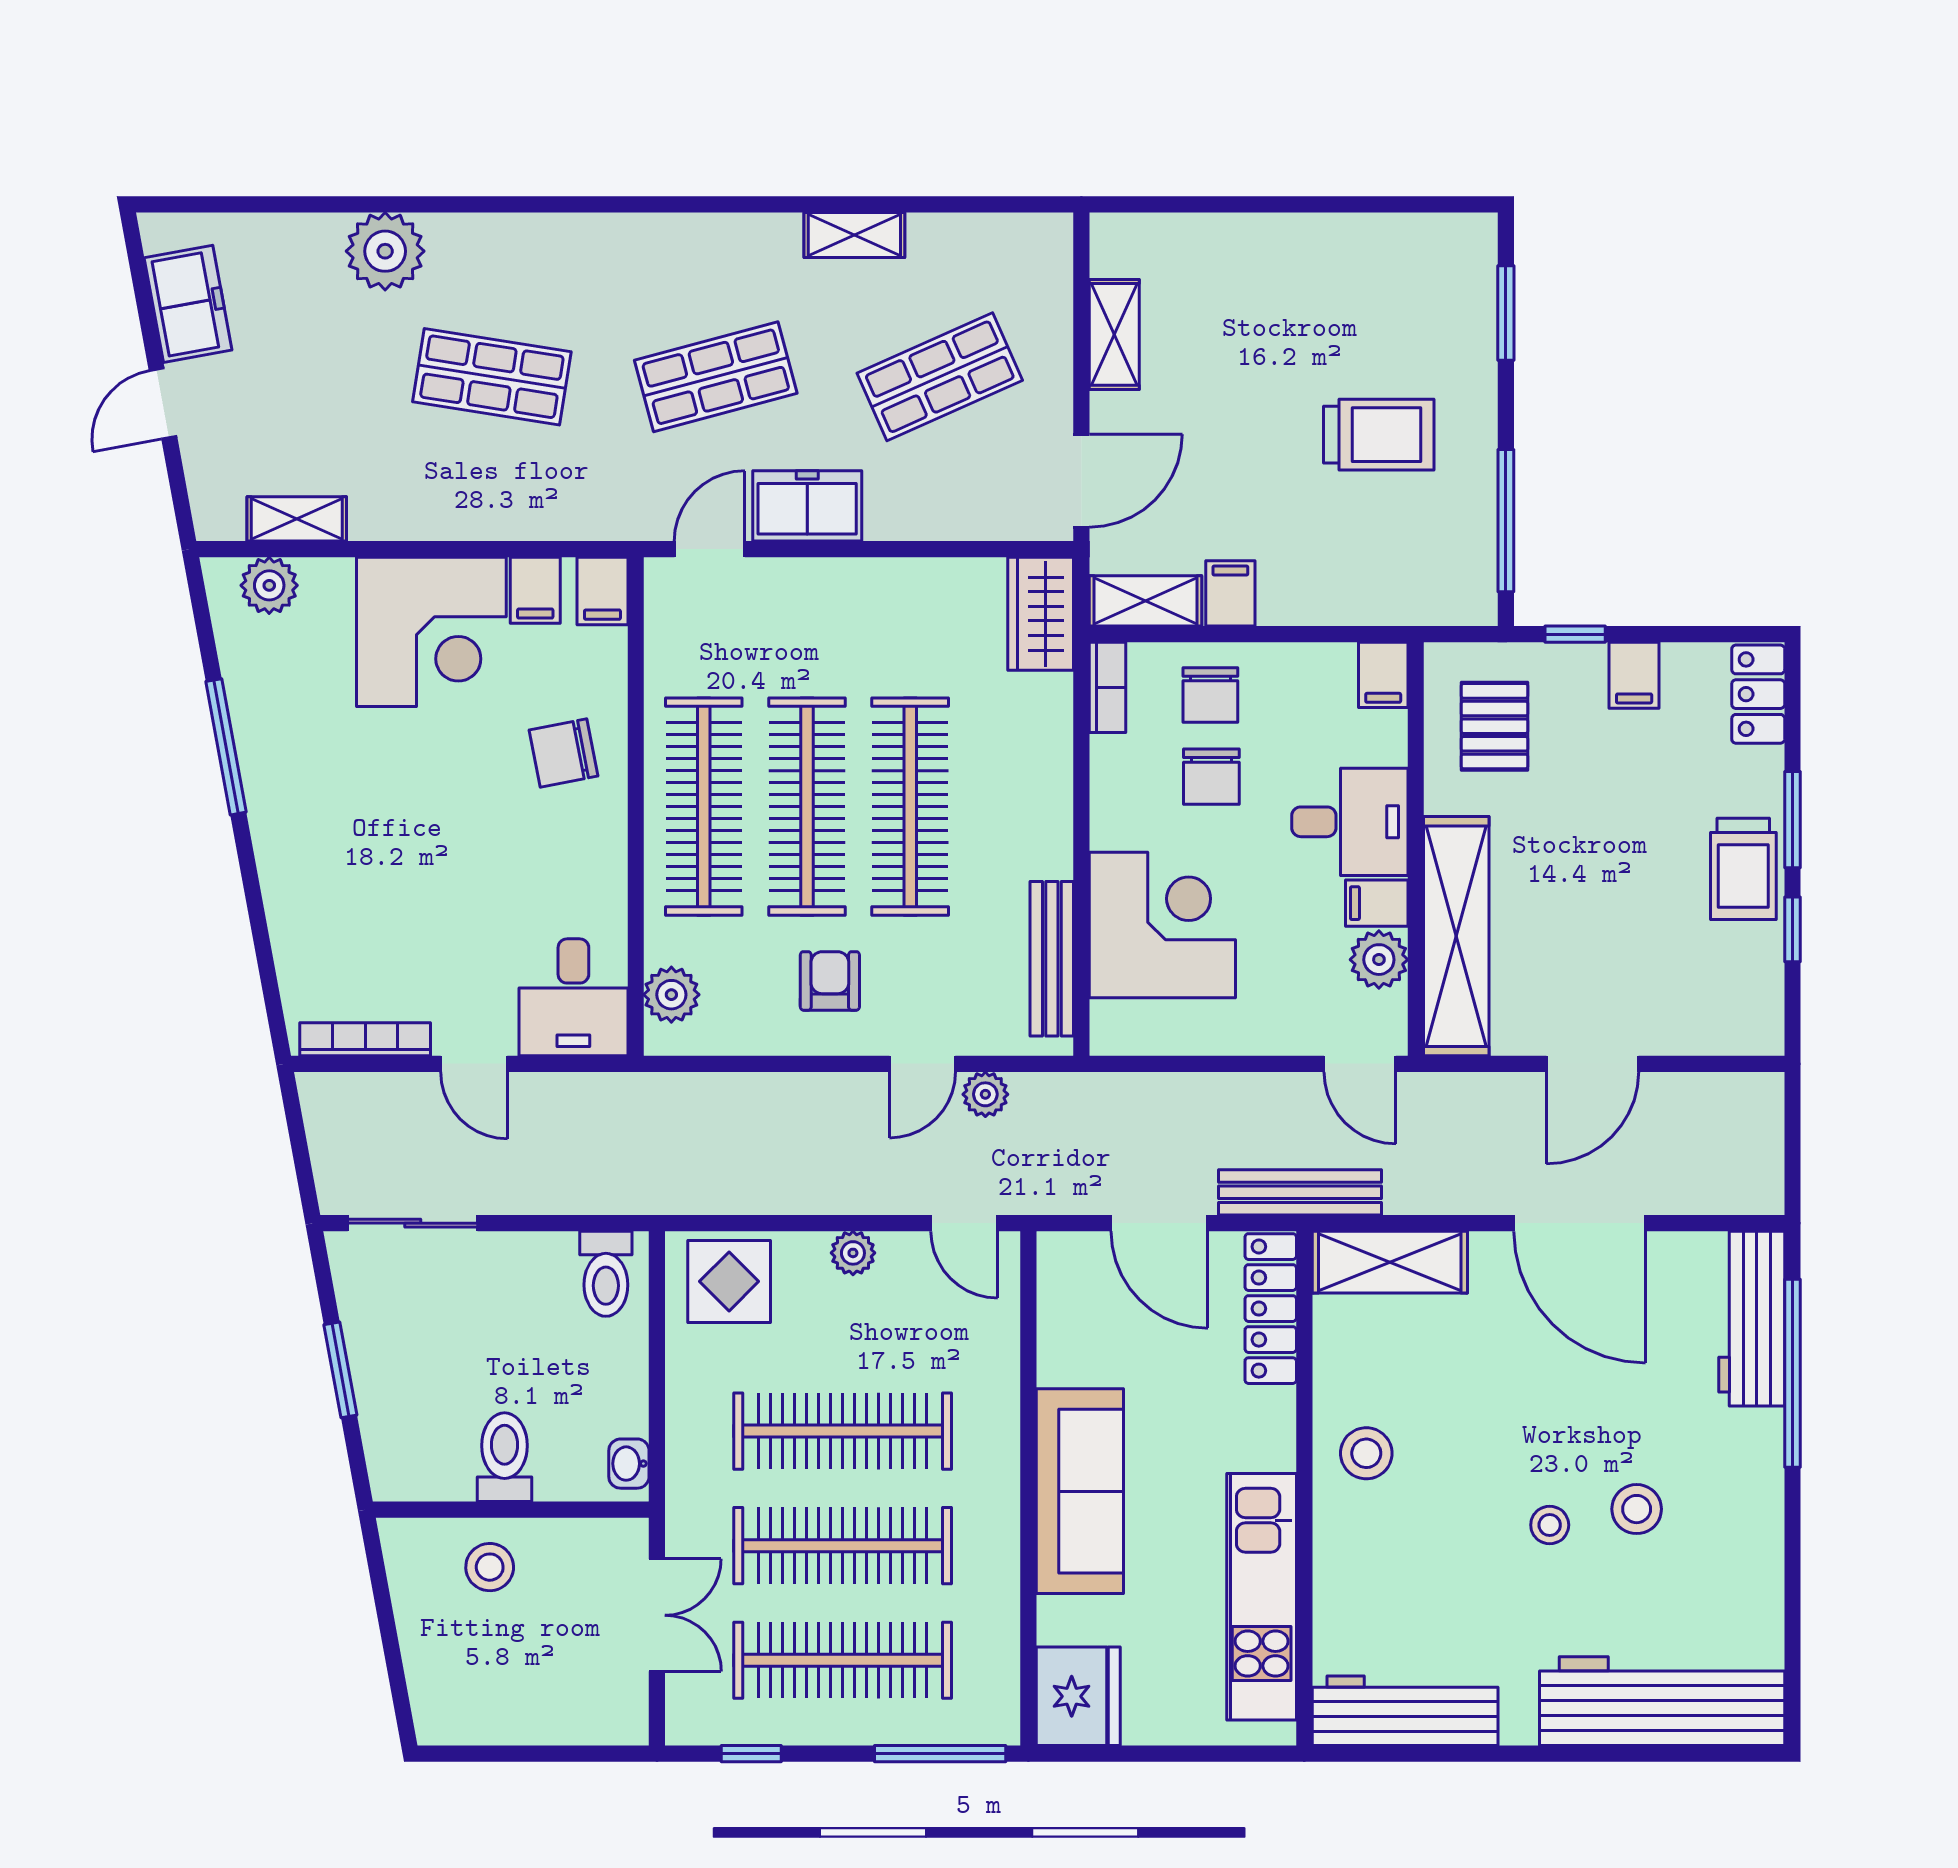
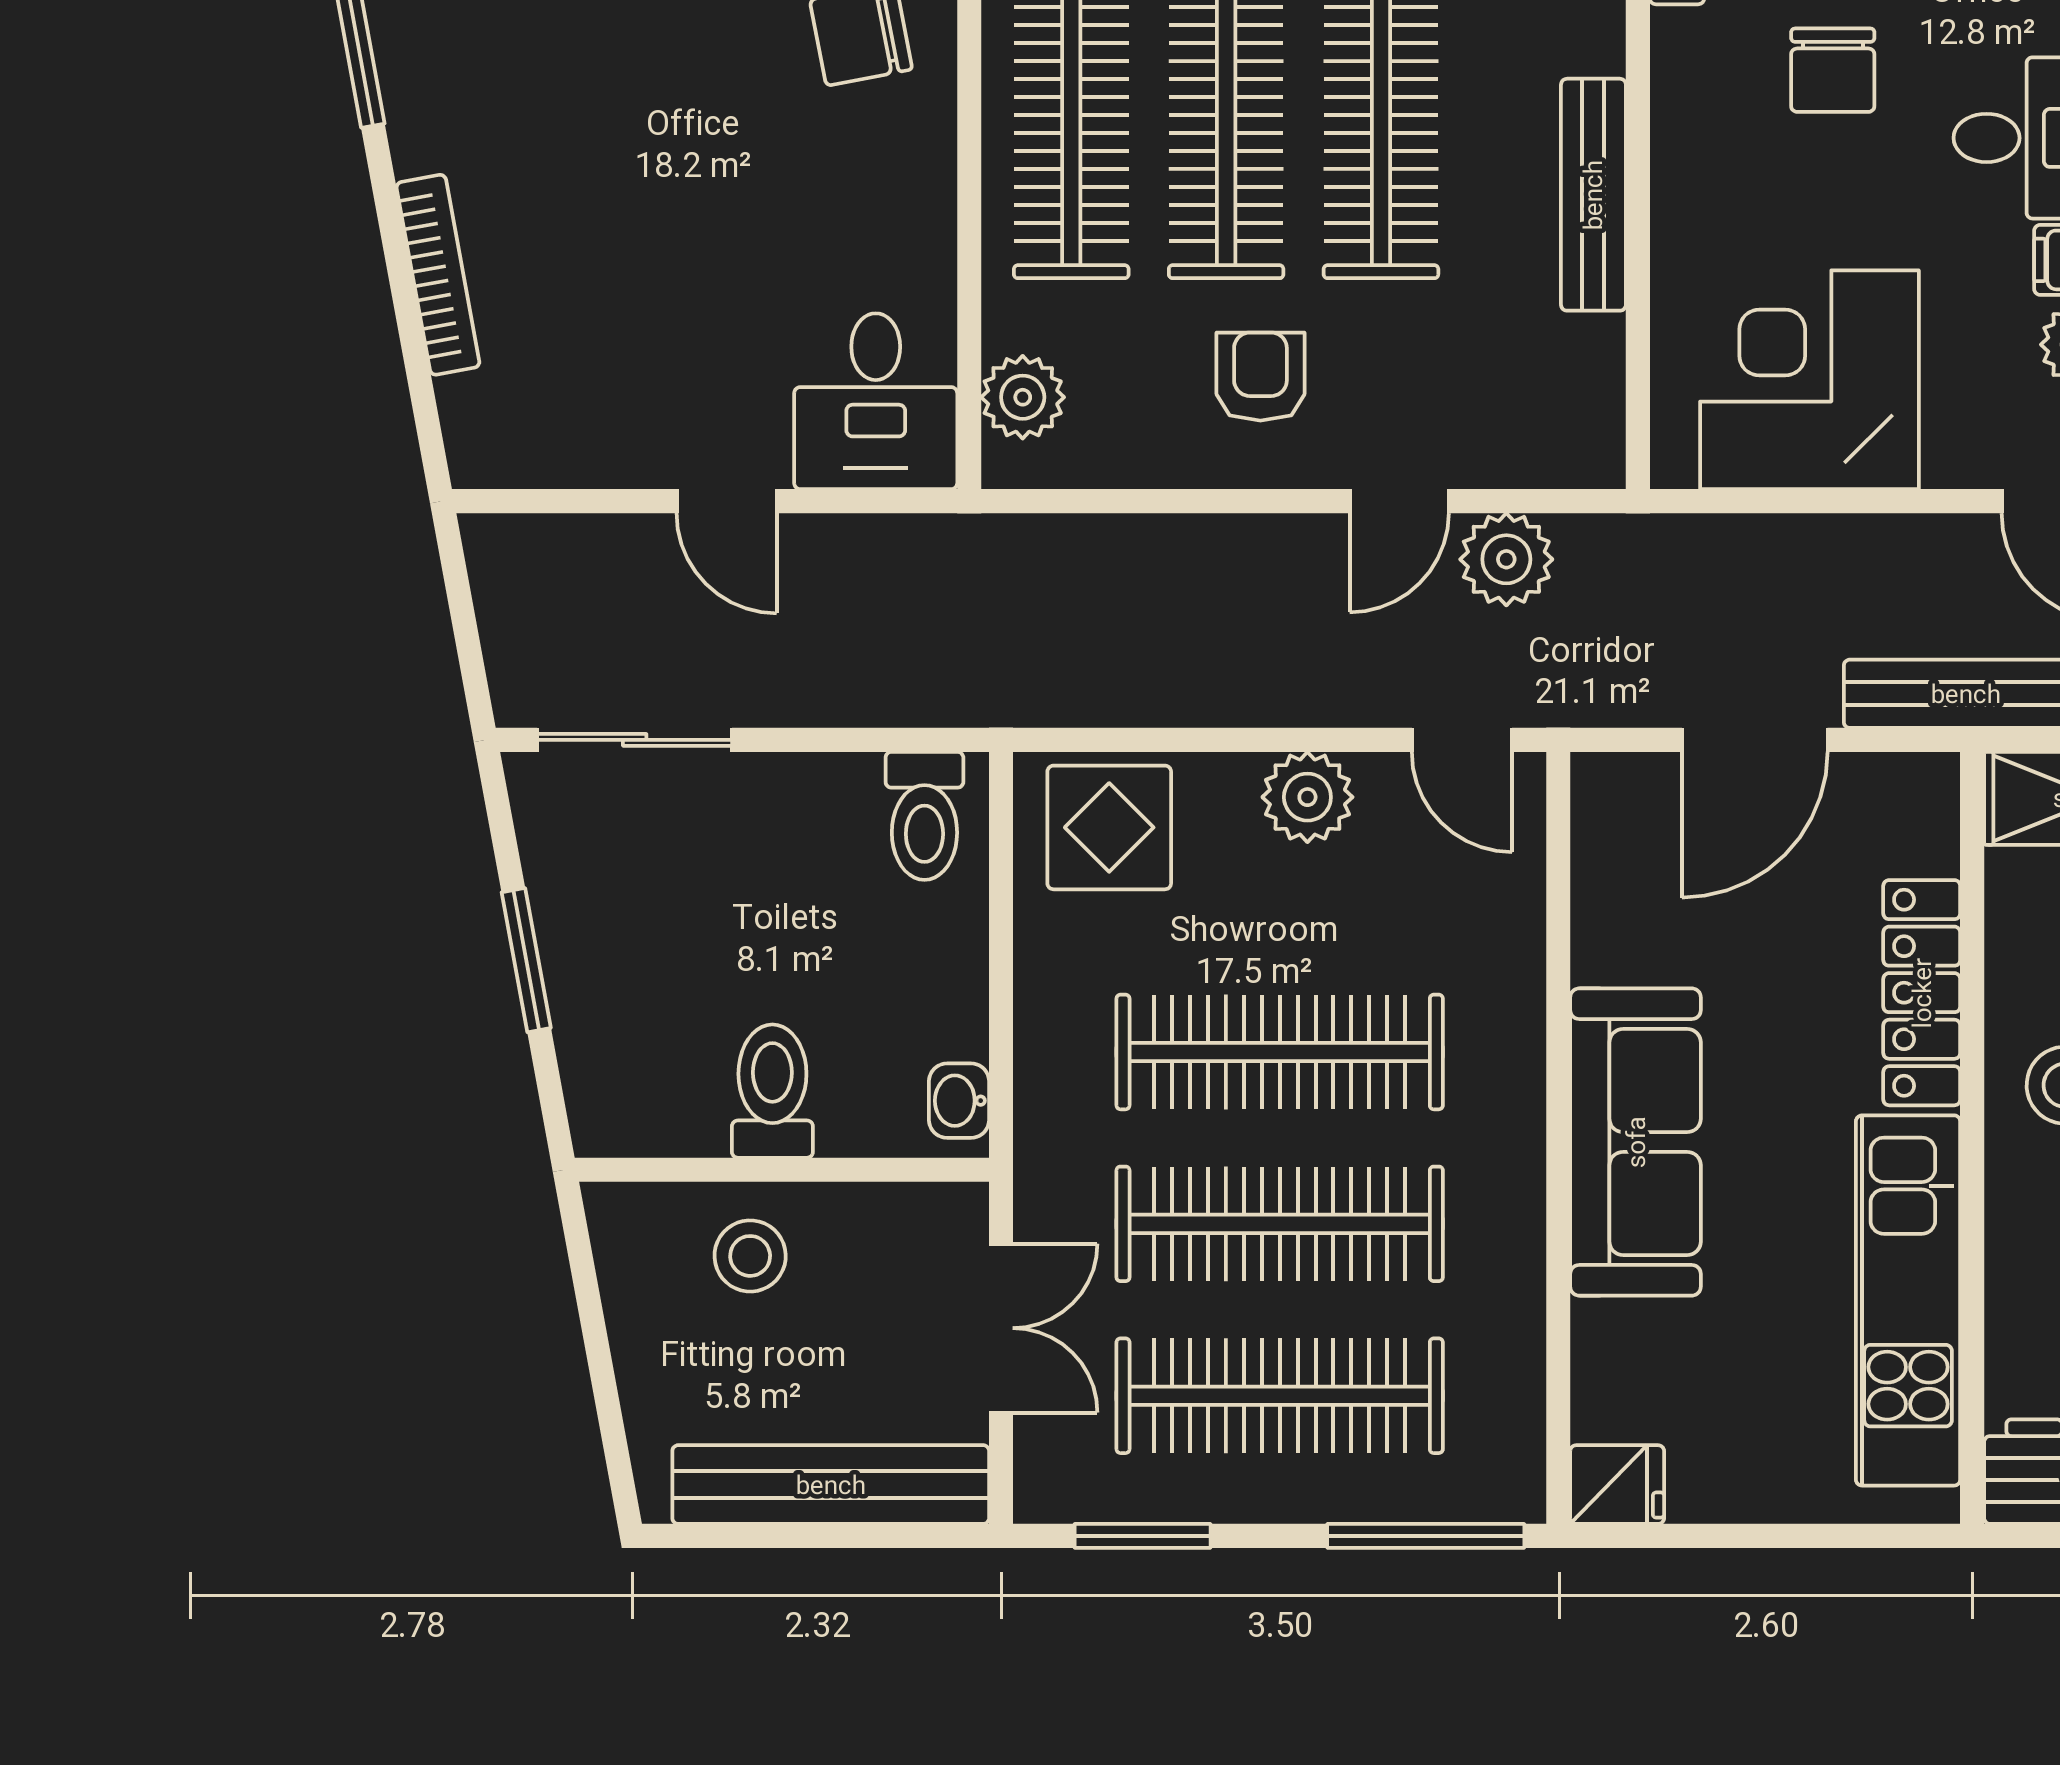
corner desk: (1162, 925) -> (1809, 380), moved, turned -90
bench: (1052, 959) -> (1593, 195), moved
bookcase: (365, 1039) -> (438, 275), moved, turned 80
plant: (985, 1094) -> (1506, 559), width x1.38, depth x1.38
door: (1159, 1223) -> (1755, 740), hinge flipped
plant: (853, 1253) -> (1307, 797), width x1.38, depth x1.38
locker: (1271, 1309) -> (1922, 993), moved
fridge: (1078, 1696) -> (1617, 1485), width x0.53, depth x0.75
bench: (543, 1719) -> (831, 1485), added
window: (751, 1754) -> (1143, 1536), width x1.50

